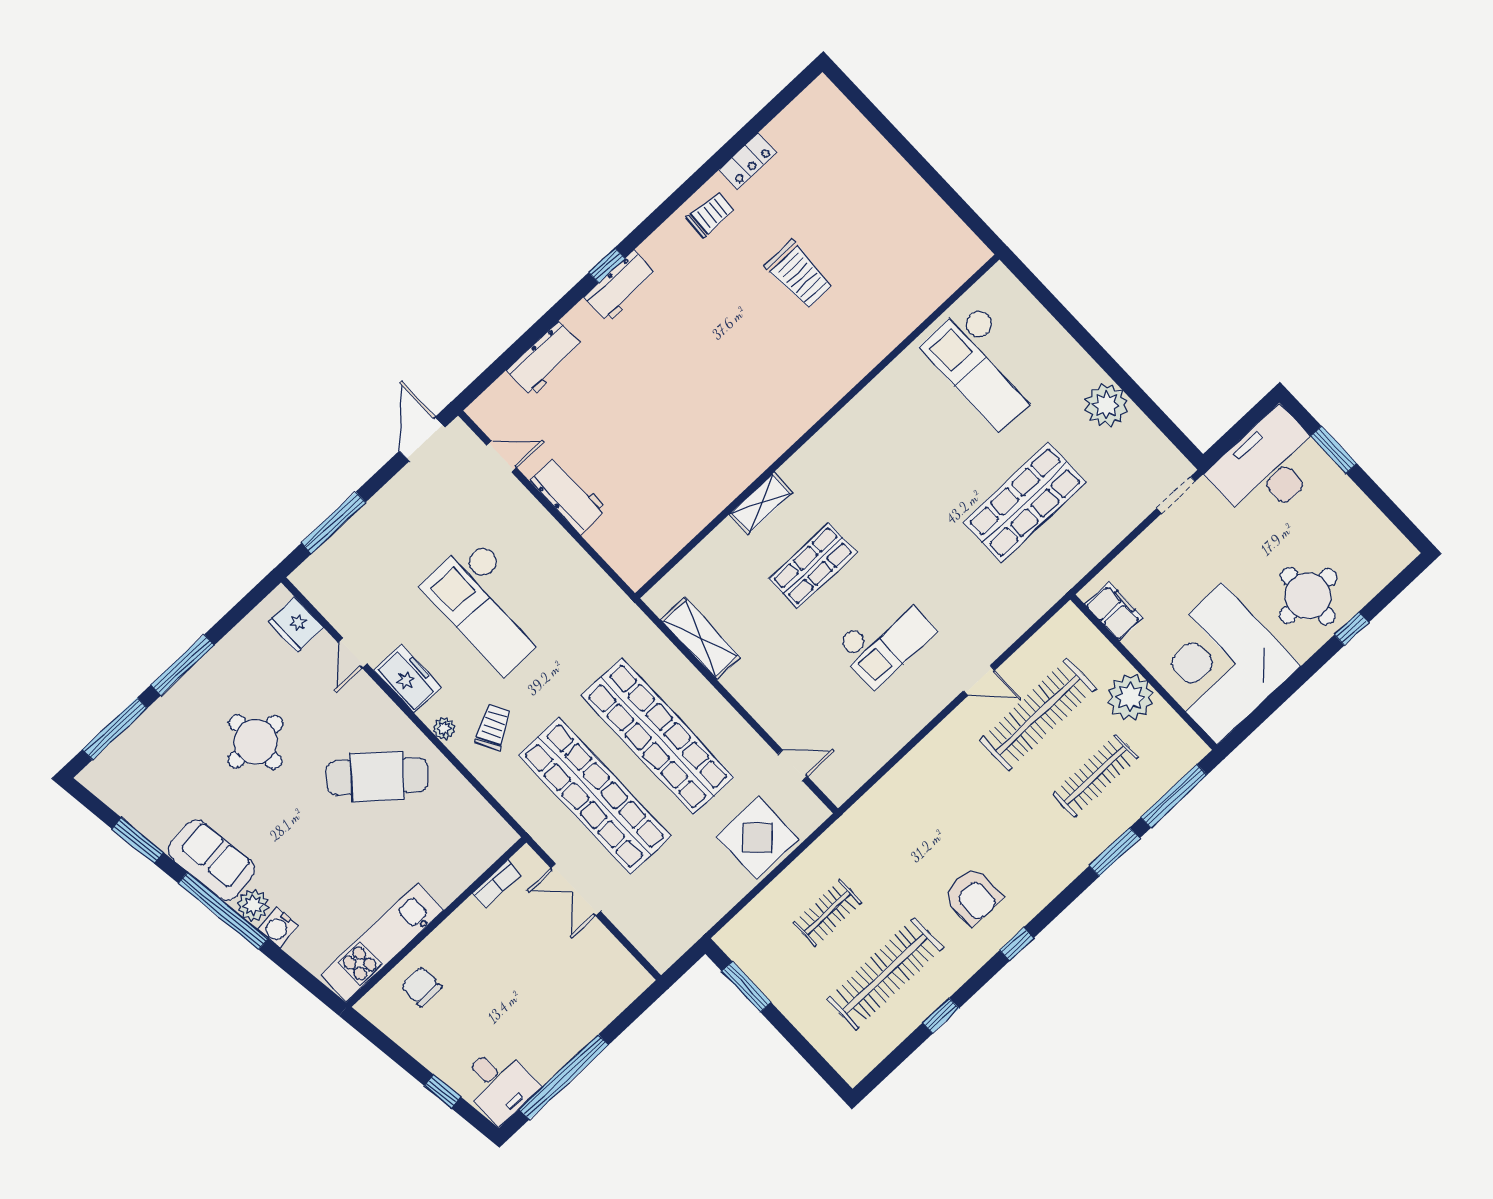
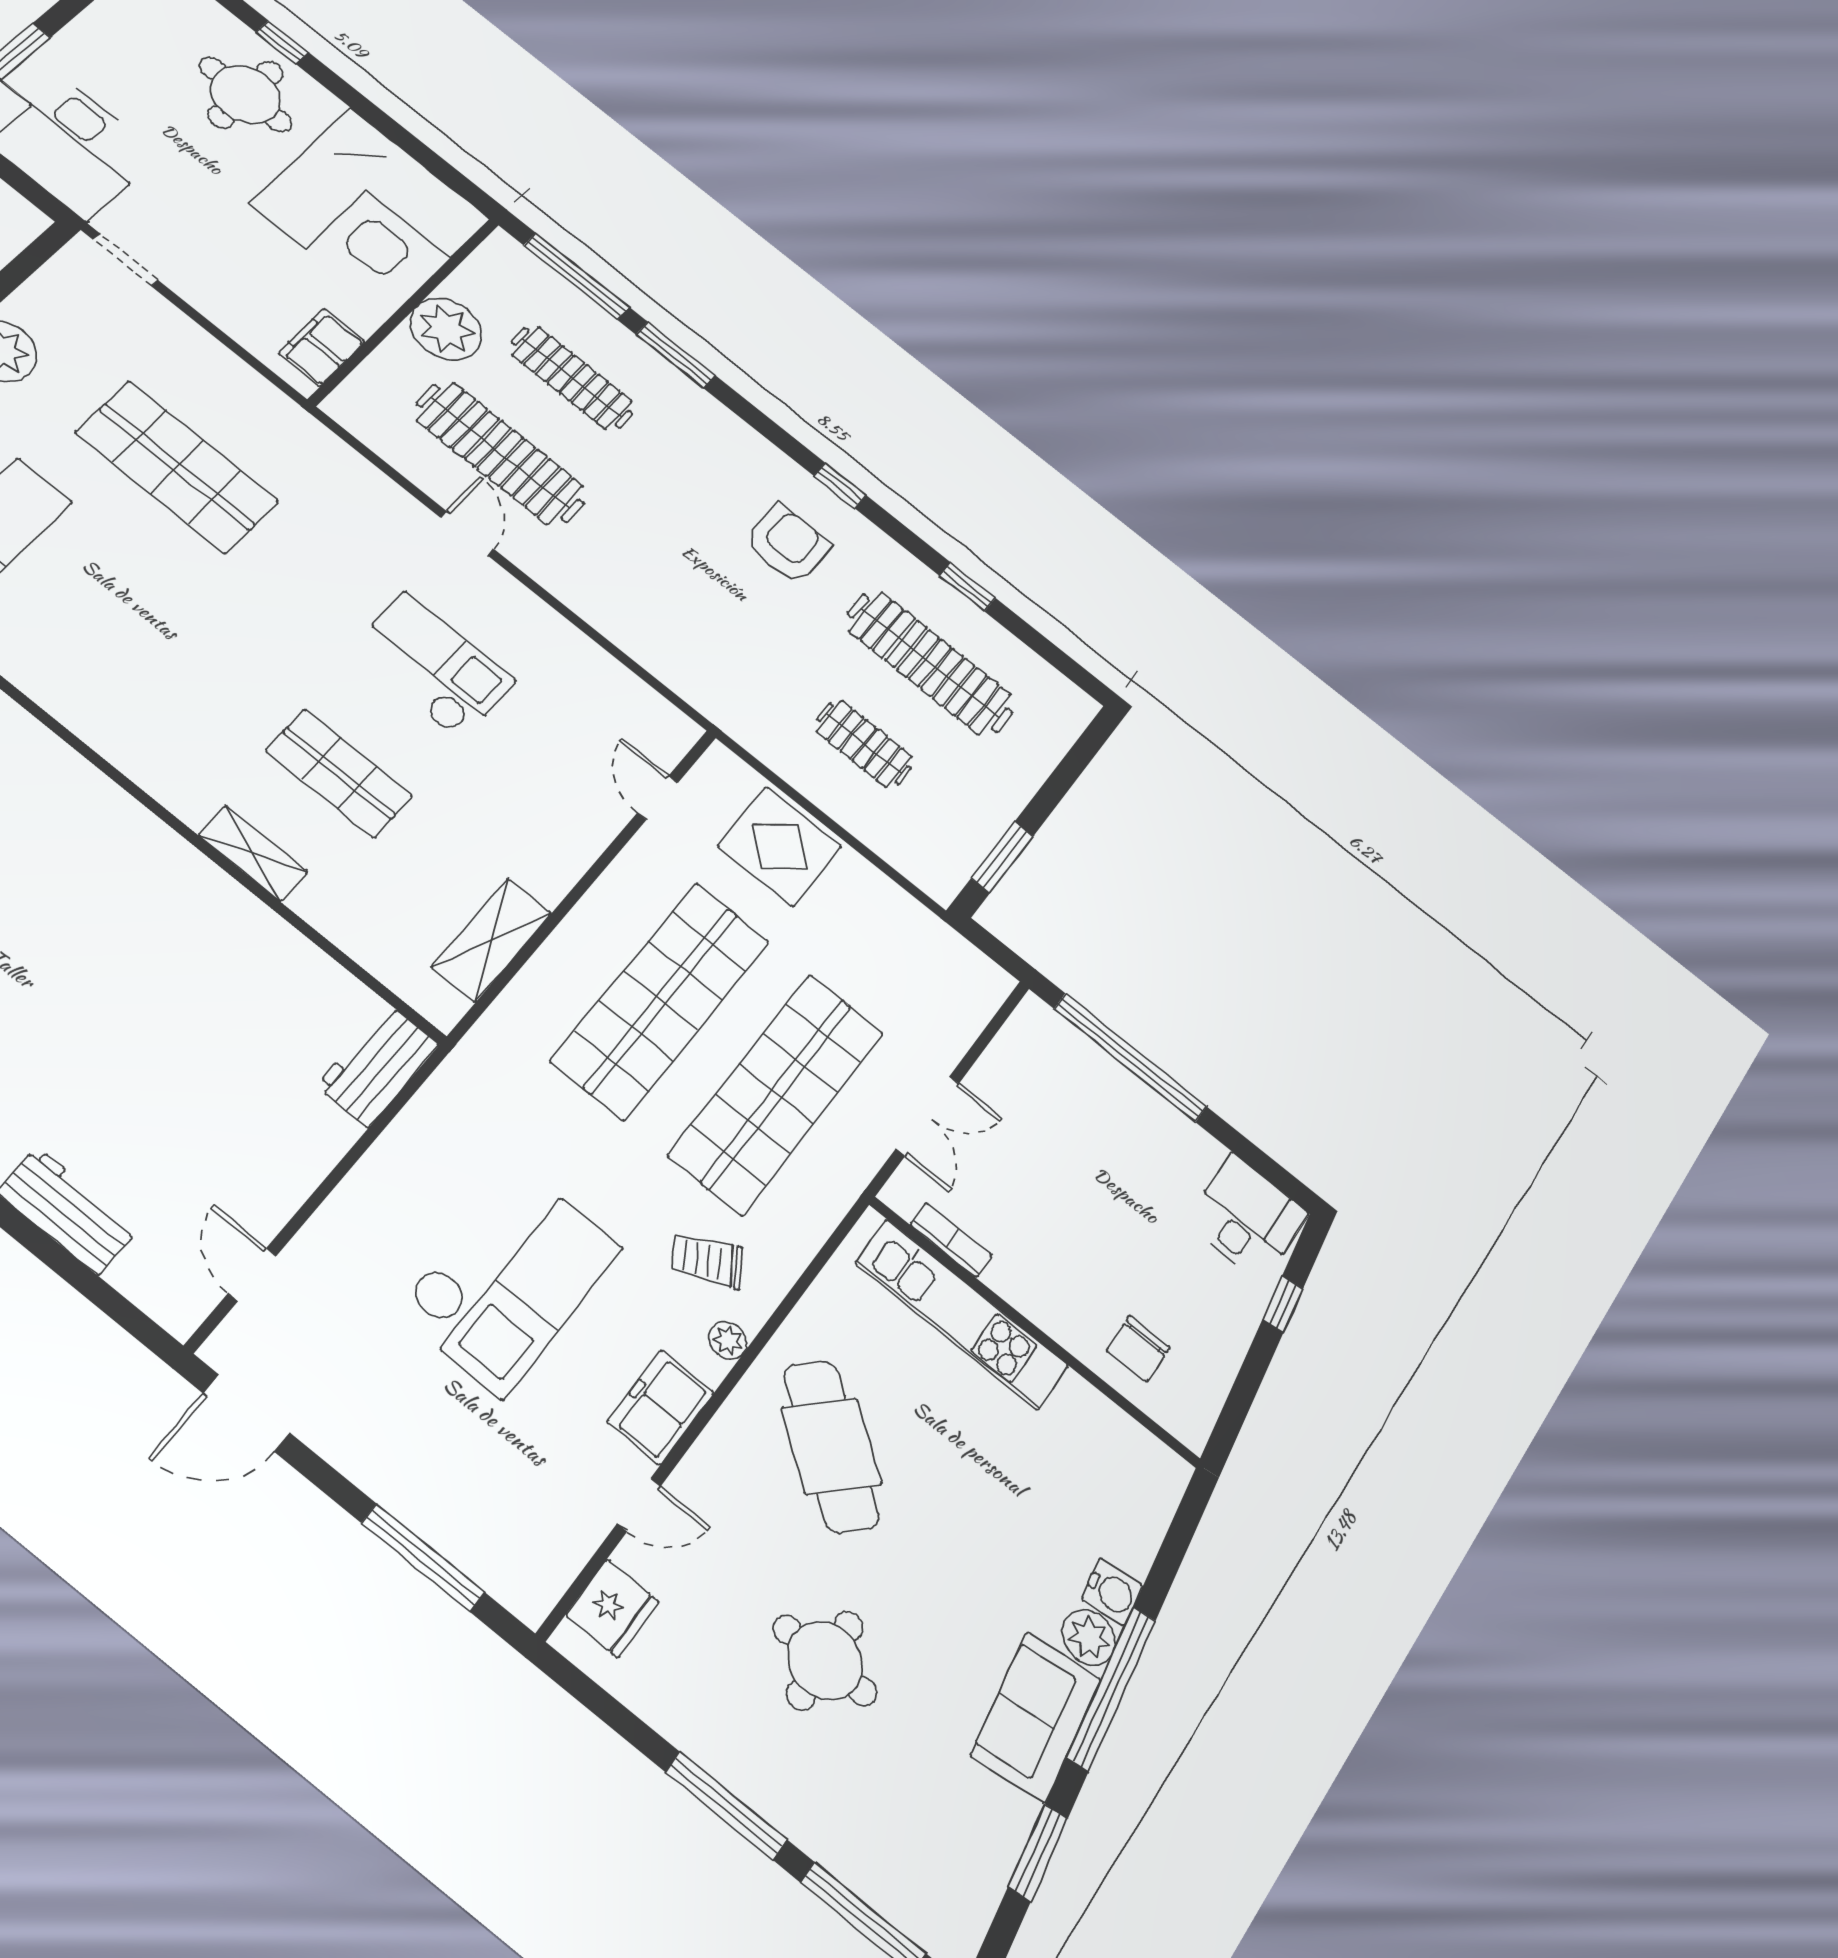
workbench: (568, 495) -> (378, 1065), moved
kitchen unit: (382, 942) -> (962, 1314), moved
window: (564, 1077) -> (1130, 1058), moved

